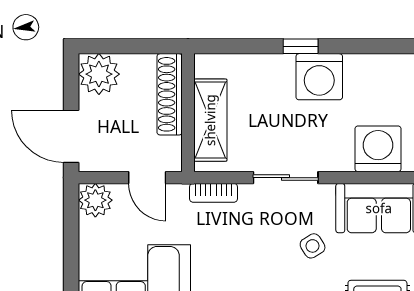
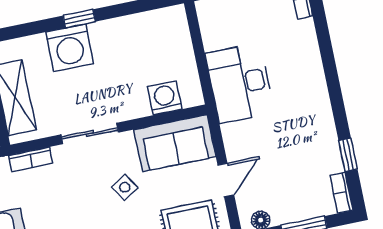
washing machine: (319, 77) -> (70, 48), moved
washing machine: (378, 149) -> (165, 98), width x0.73, depth x0.73

